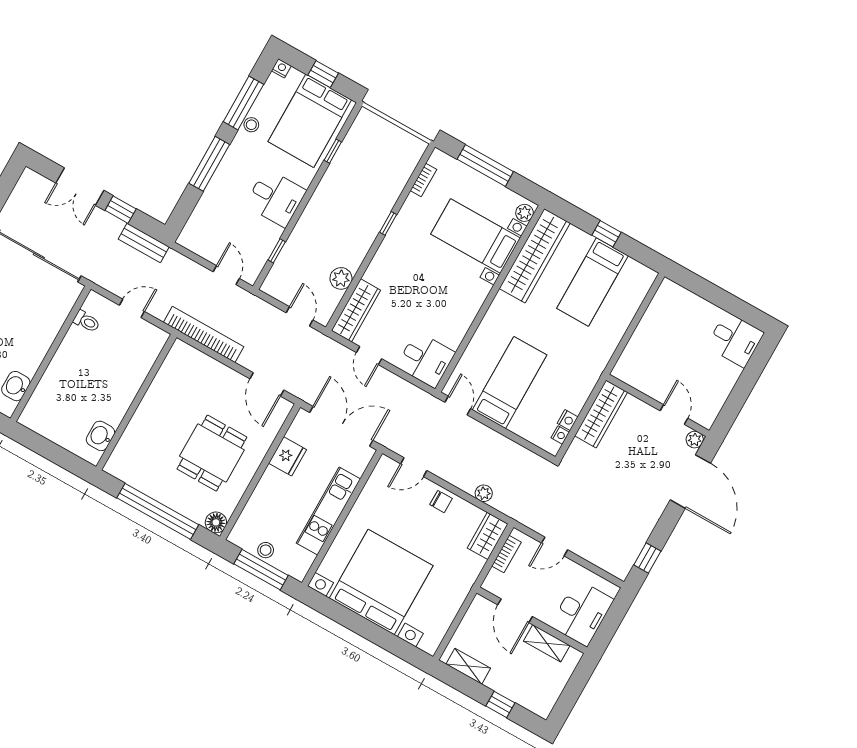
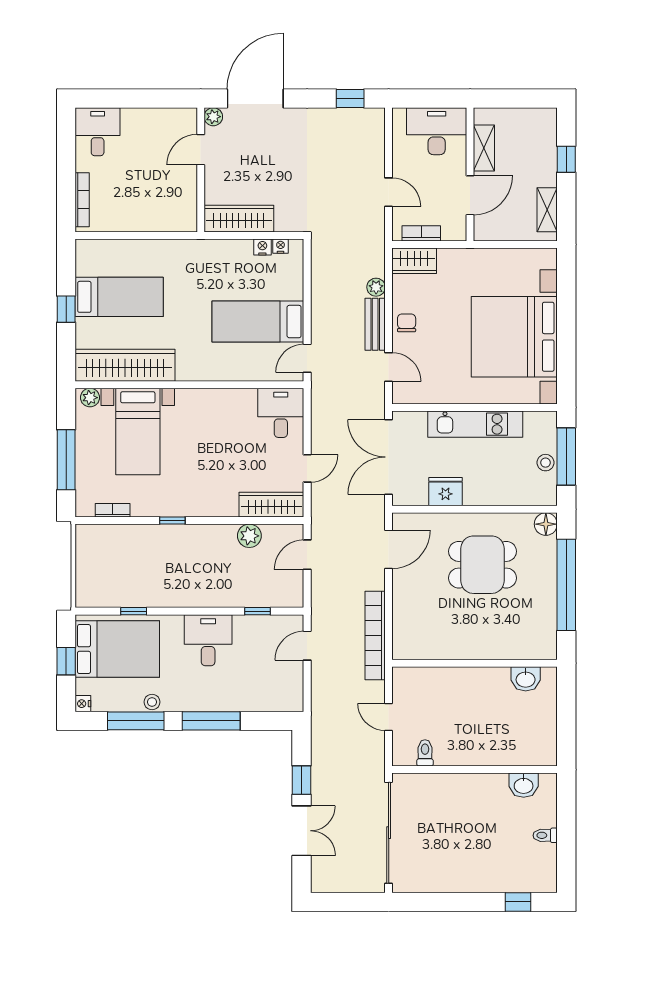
bench: (144, 243) -> (375, 324), moved
bookcase: (687, 296) -> (82, 200), added

